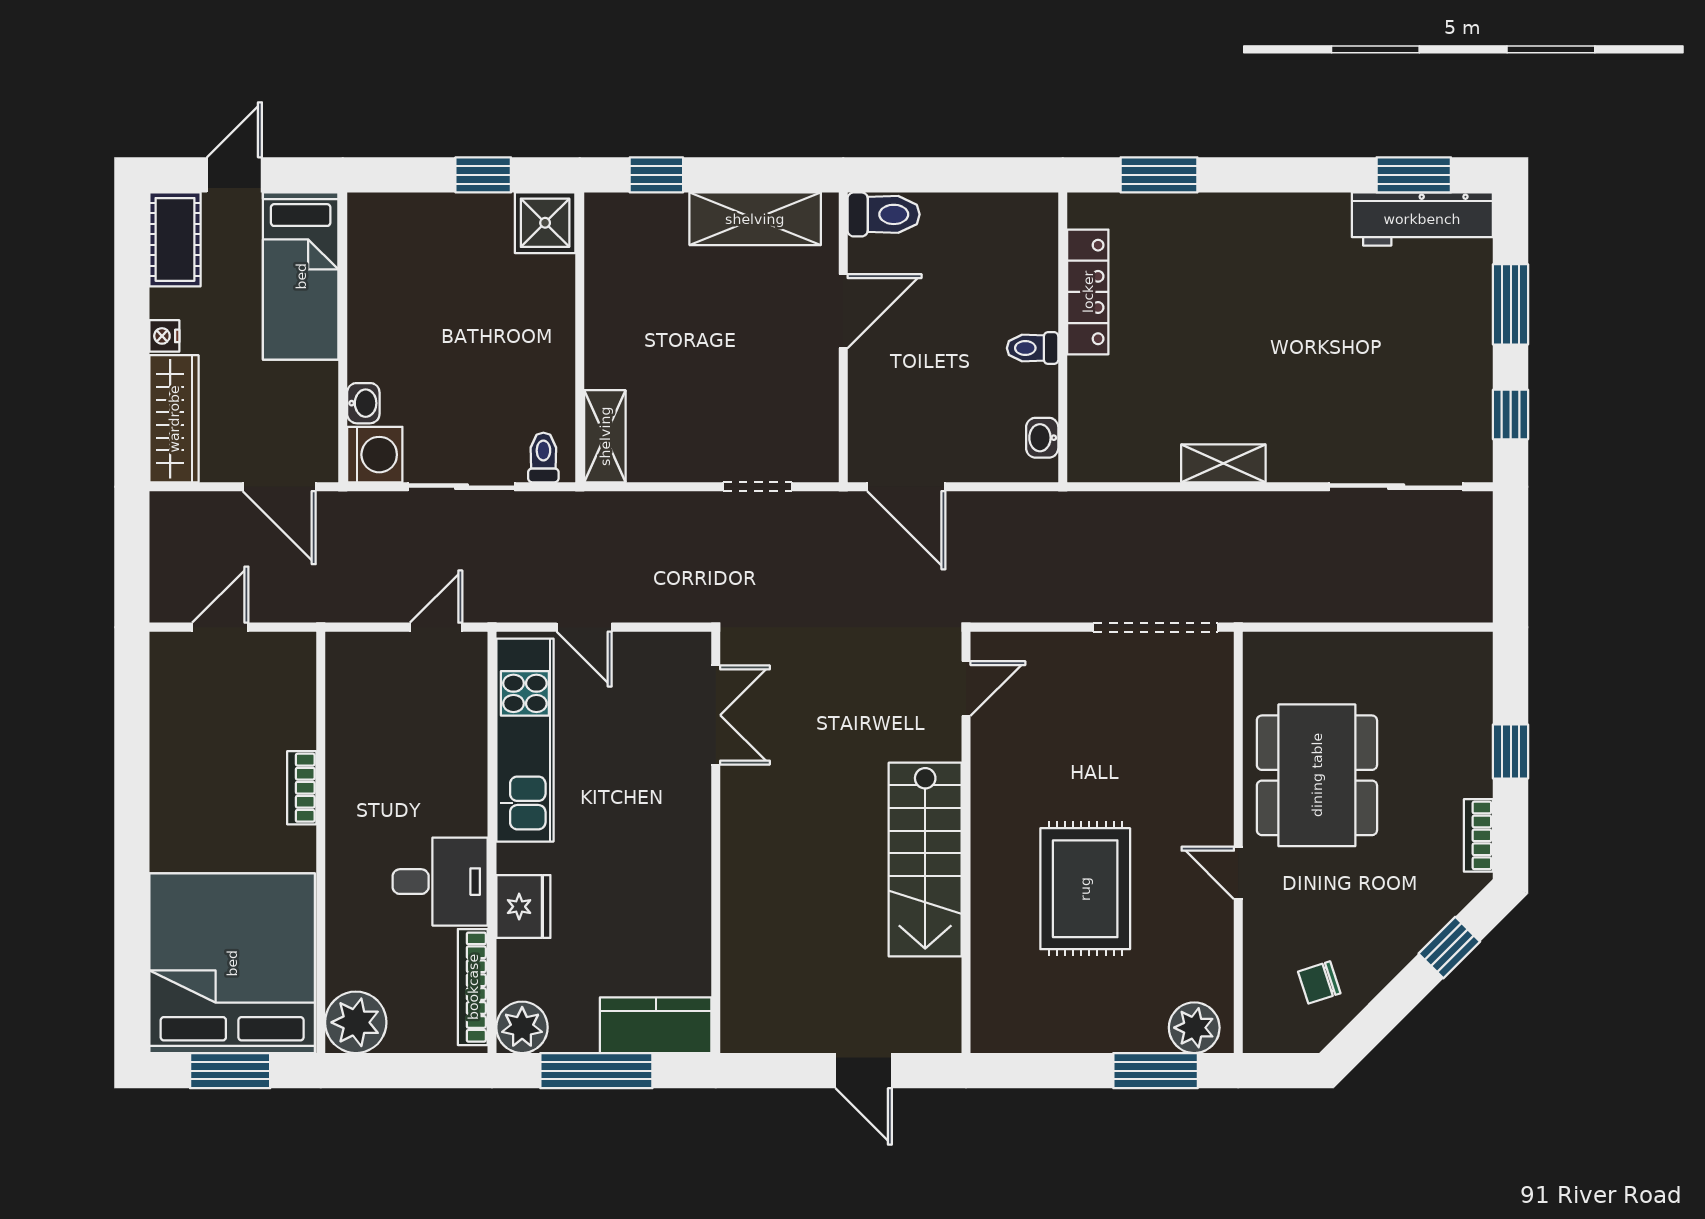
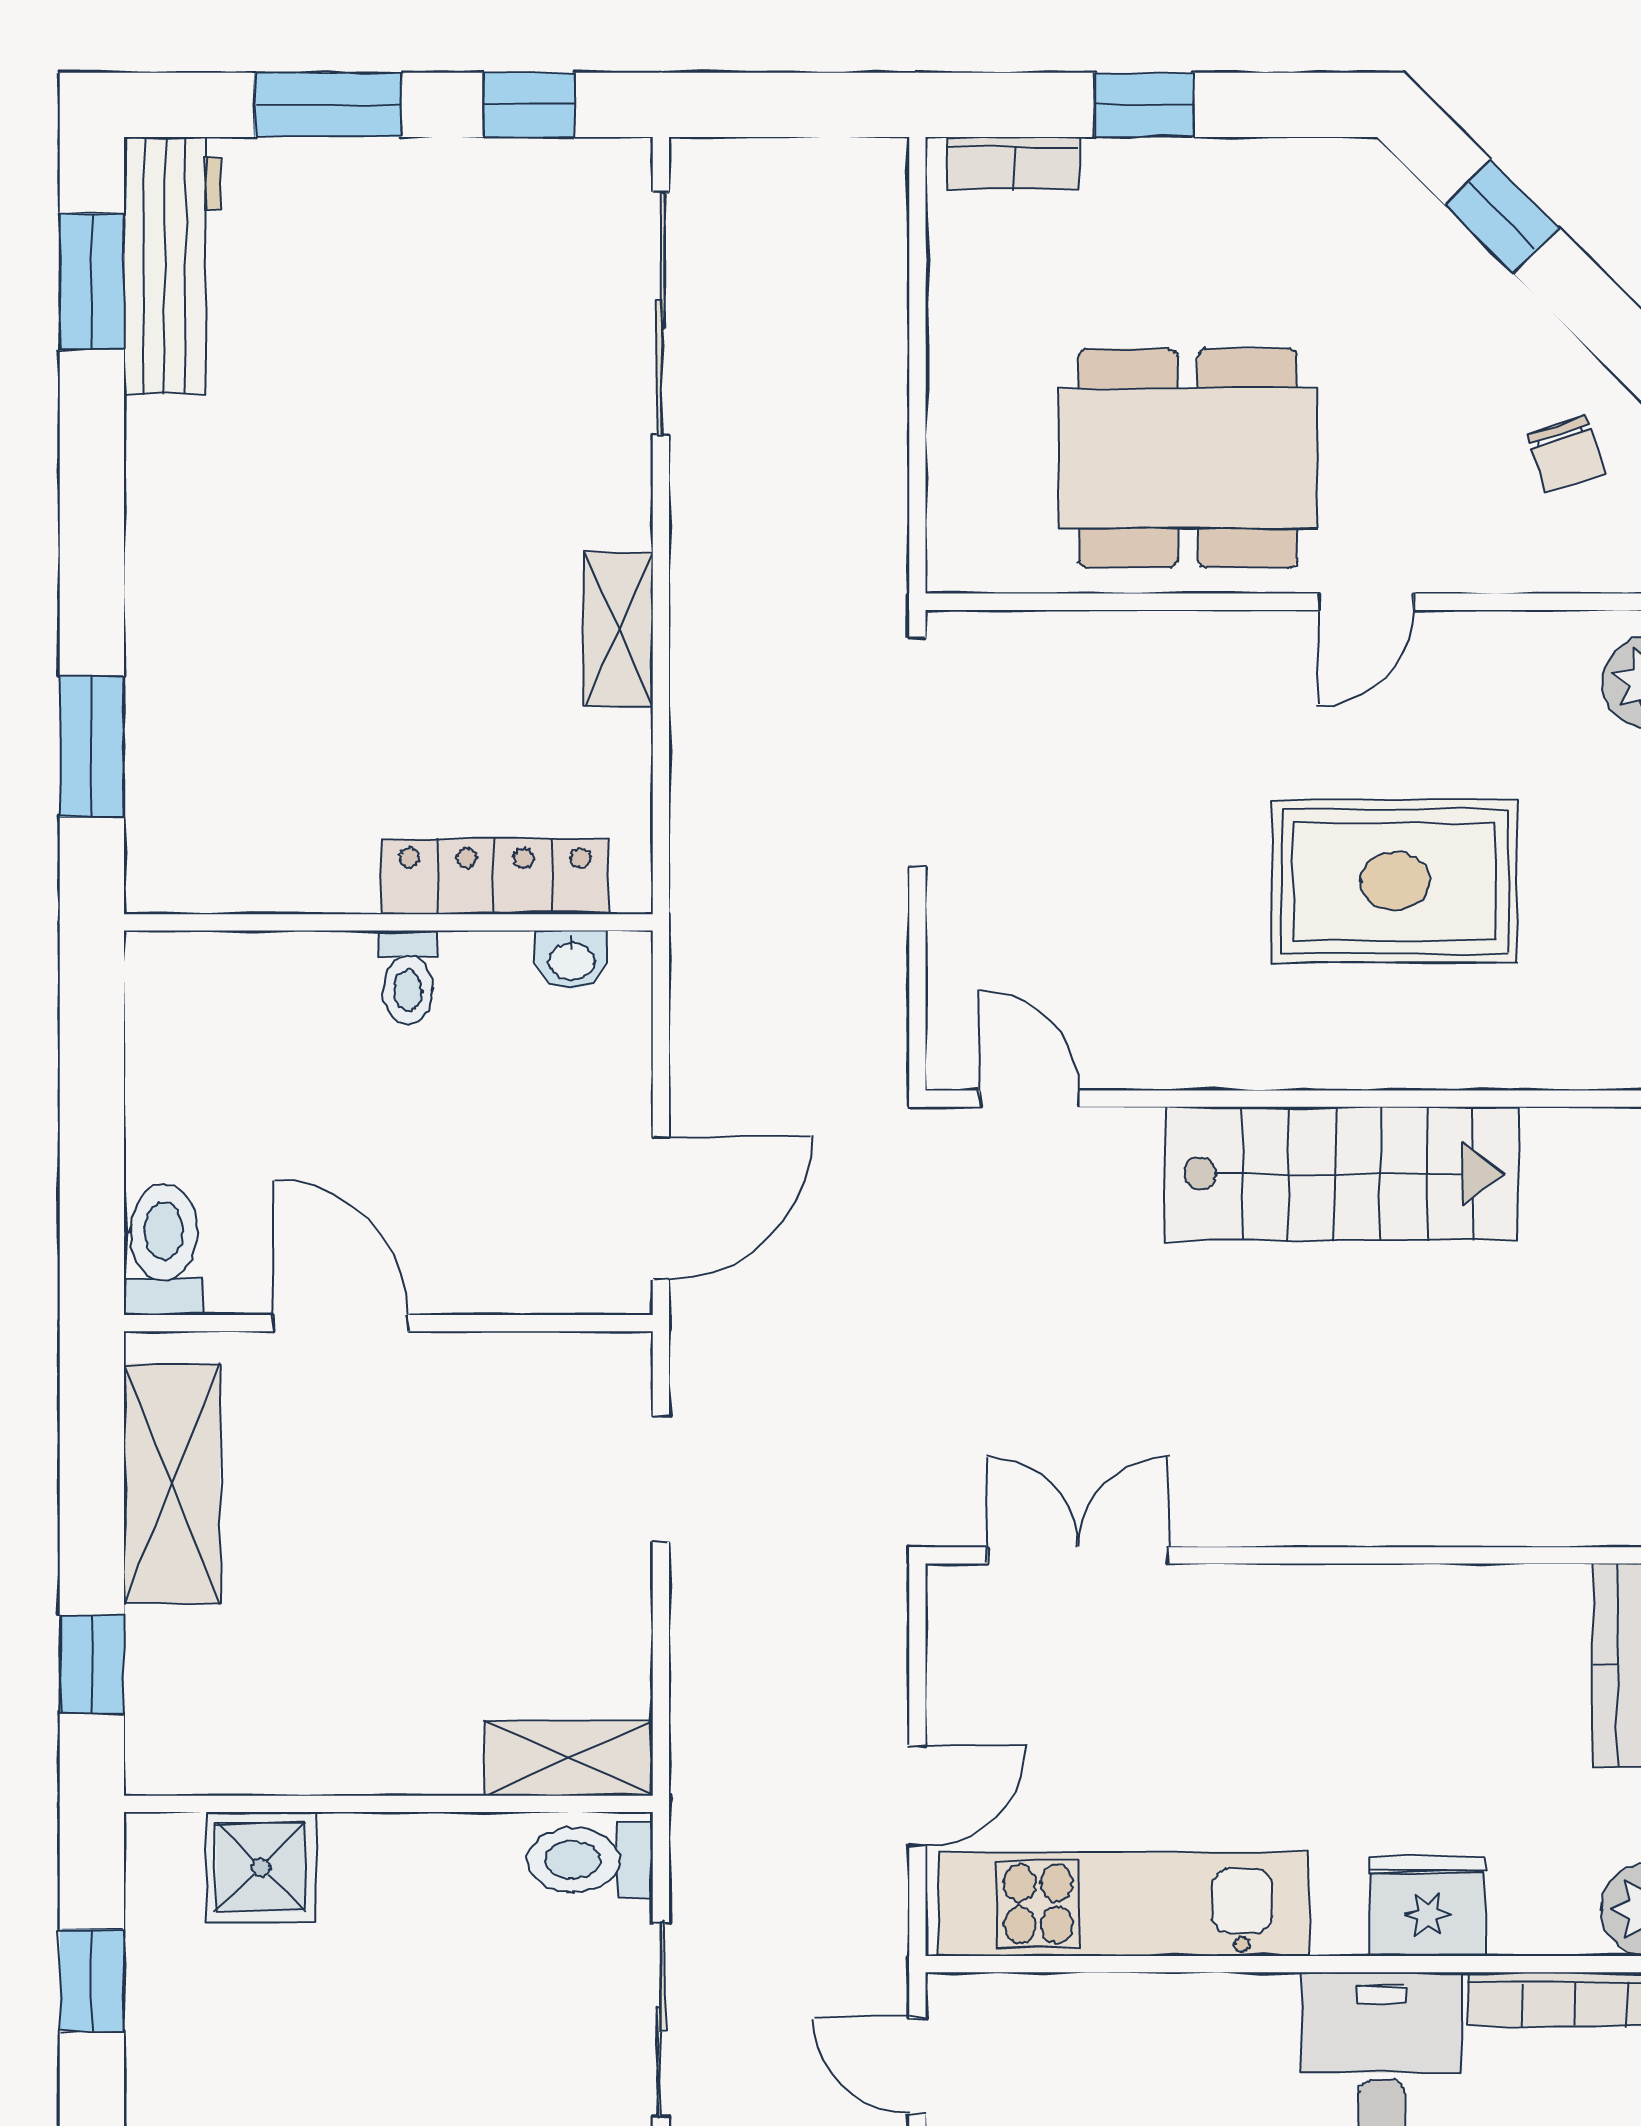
shower: (545, 223) -> (261, 1867), moved
locker: (1088, 292) -> (495, 877), moved
toilet: (543, 457) -> (590, 1860), width x1.37, depth x1.39
bookcase: (1478, 835) -> (1013, 163), moved

